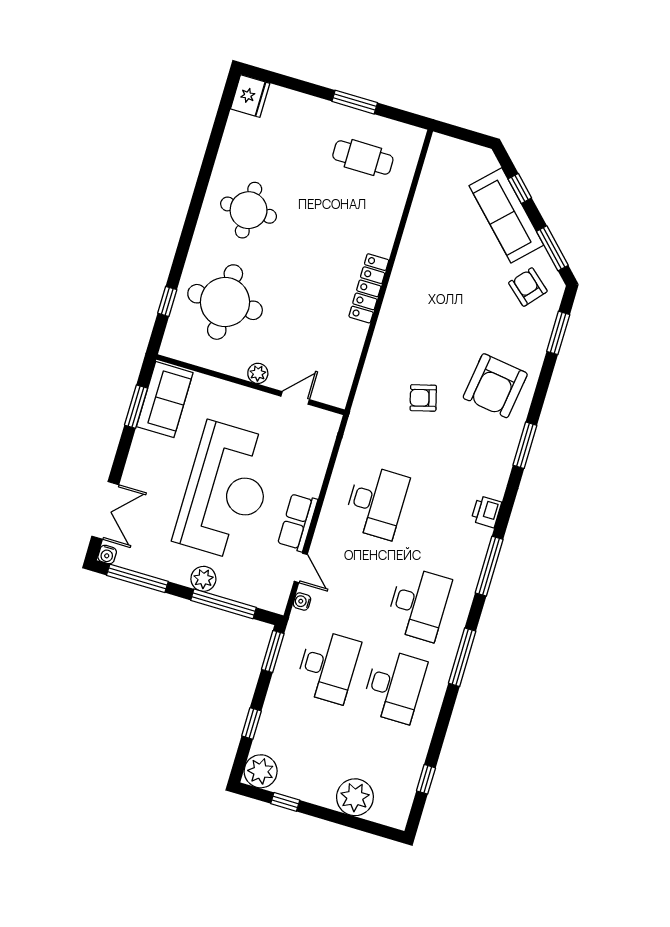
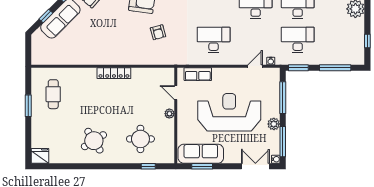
round table: (249, 210) -> (94, 141), turned -32
round table: (225, 302) -> (140, 139), width x0.73, depth x0.73
sofa: (165, 400) -> (201, 154), width x1.36
row of seats: (298, 522) -> (198, 74), moved
plant: (203, 579) -> (274, 124), moved
window: (251, 723) -> (335, 68), width x2.17
plant: (261, 771) -> (356, 57), removed

